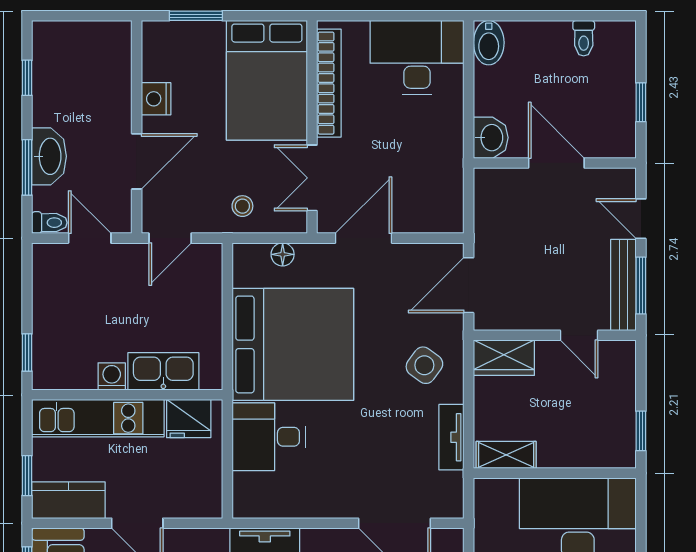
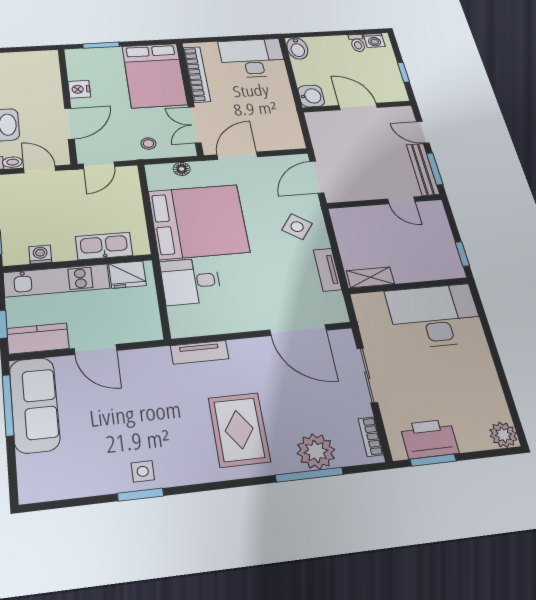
washing machine: (611, 35) -> (374, 40), added
wardrobe: (504, 358) -> (353, 218), removed
washing machine: (112, 376) -> (40, 254), moved

